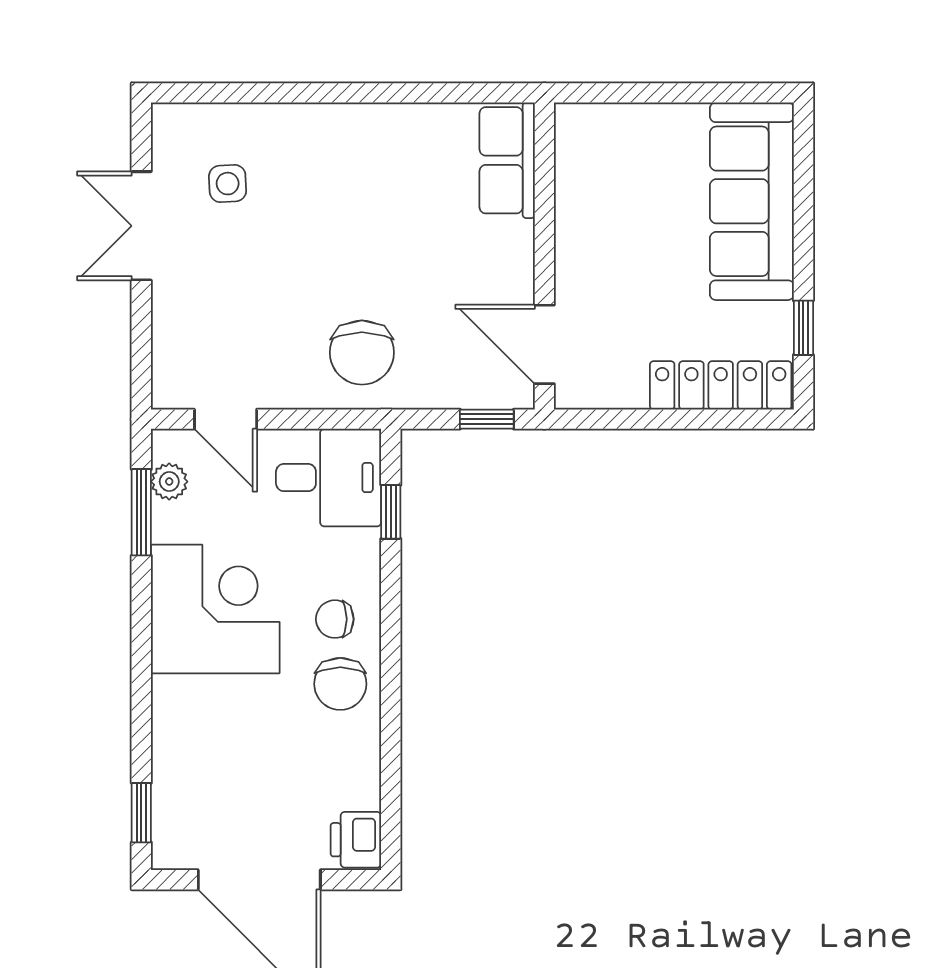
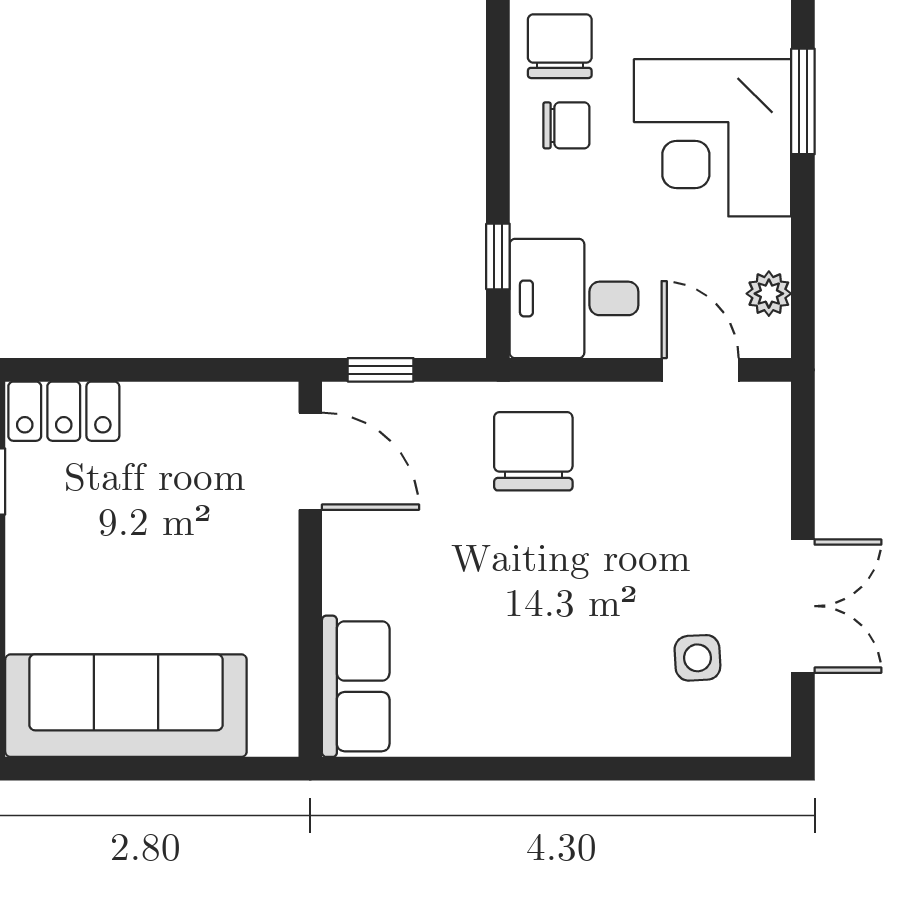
sofa: (752, 201) -> (126, 706), moved, turned -90
locker: (721, 385) -> (64, 411), width x0.66
window: (141, 512) -> (803, 101), moved

